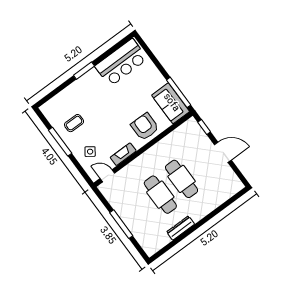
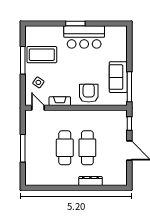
bar counter: (121, 63) -> (84, 37), moved
sofa: (171, 103) -> (118, 77), moved
coffee table: (74, 123) -> (42, 55), width x1.86, depth x1.72
dresser: (181, 228) -> (90, 181), moved

